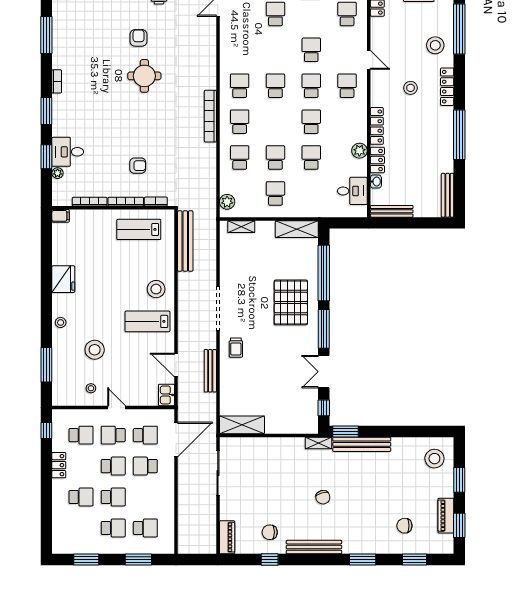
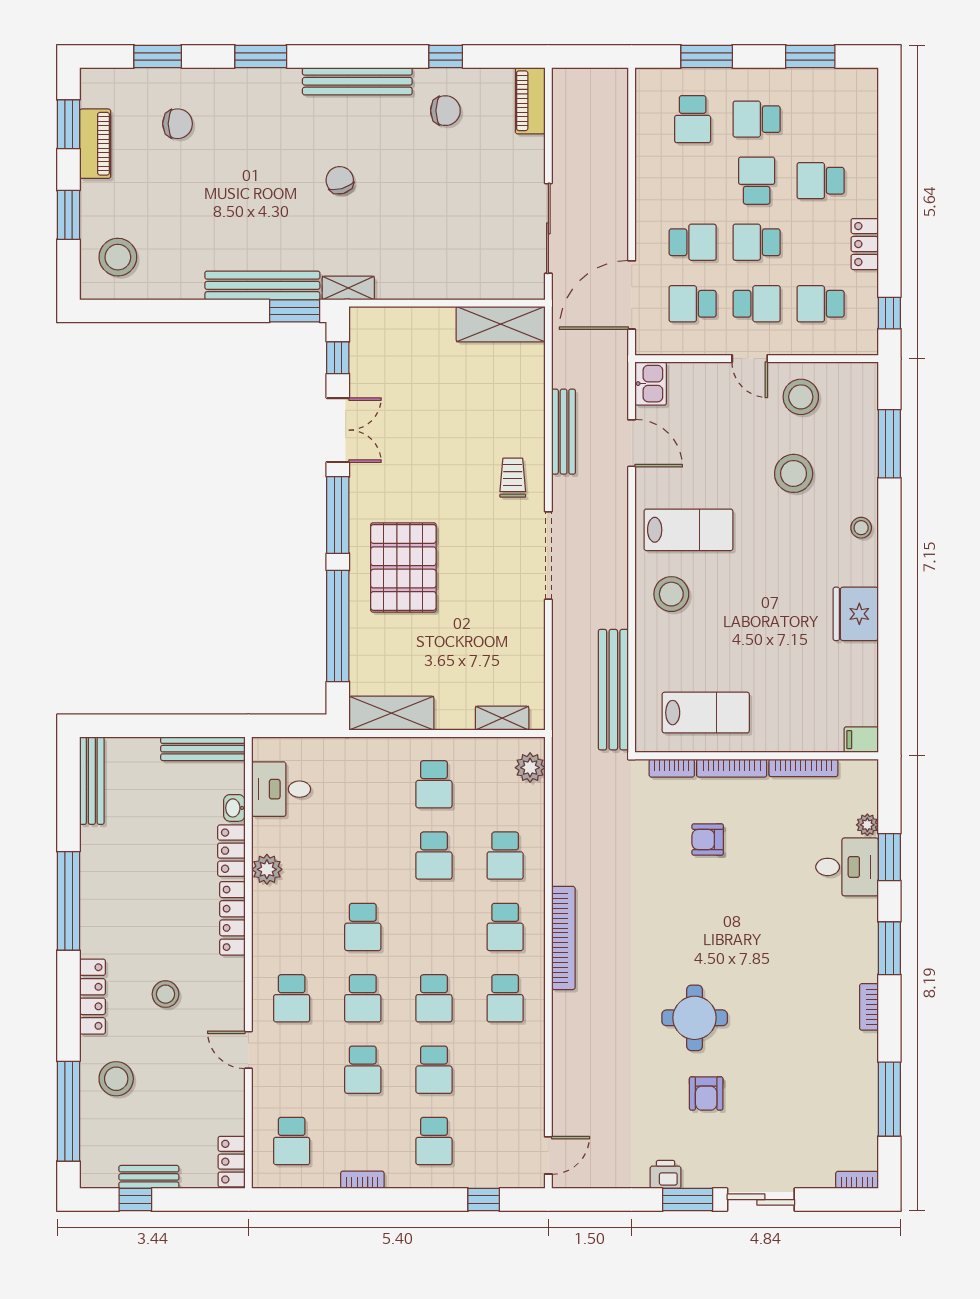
school desk: (311, 158) -> (434, 1070), moved
stool: (91, 388) -> (801, 397), width x1.89, depth x1.89
school desk: (113, 497) -> (757, 181), turned 90
school desk: (145, 528) -> (693, 119), turned -90

